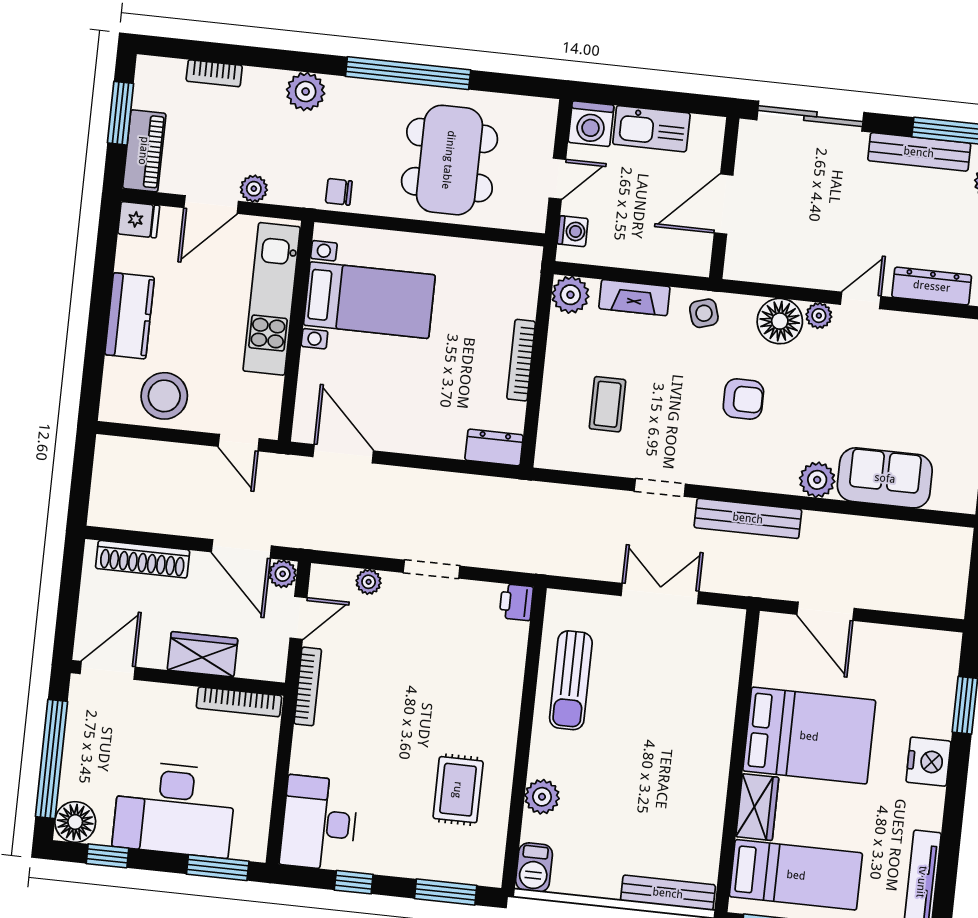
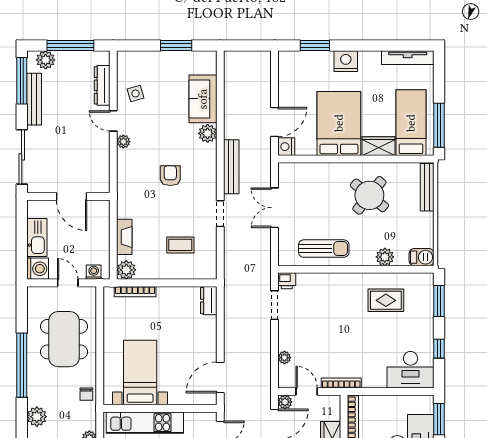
dining table: (449, 160) -> (64, 339), turned 90
side table: (704, 313) -> (136, 93), moved
floor lamp: (780, 321) -> (128, 161), removed
bookcase: (521, 360) -> (135, 292), moved
doorway: (432, 569) -> (274, 305), moved
nightstand: (775, 629) -> (286, 147), added
round table: (664, 780) -> (369, 195), added

